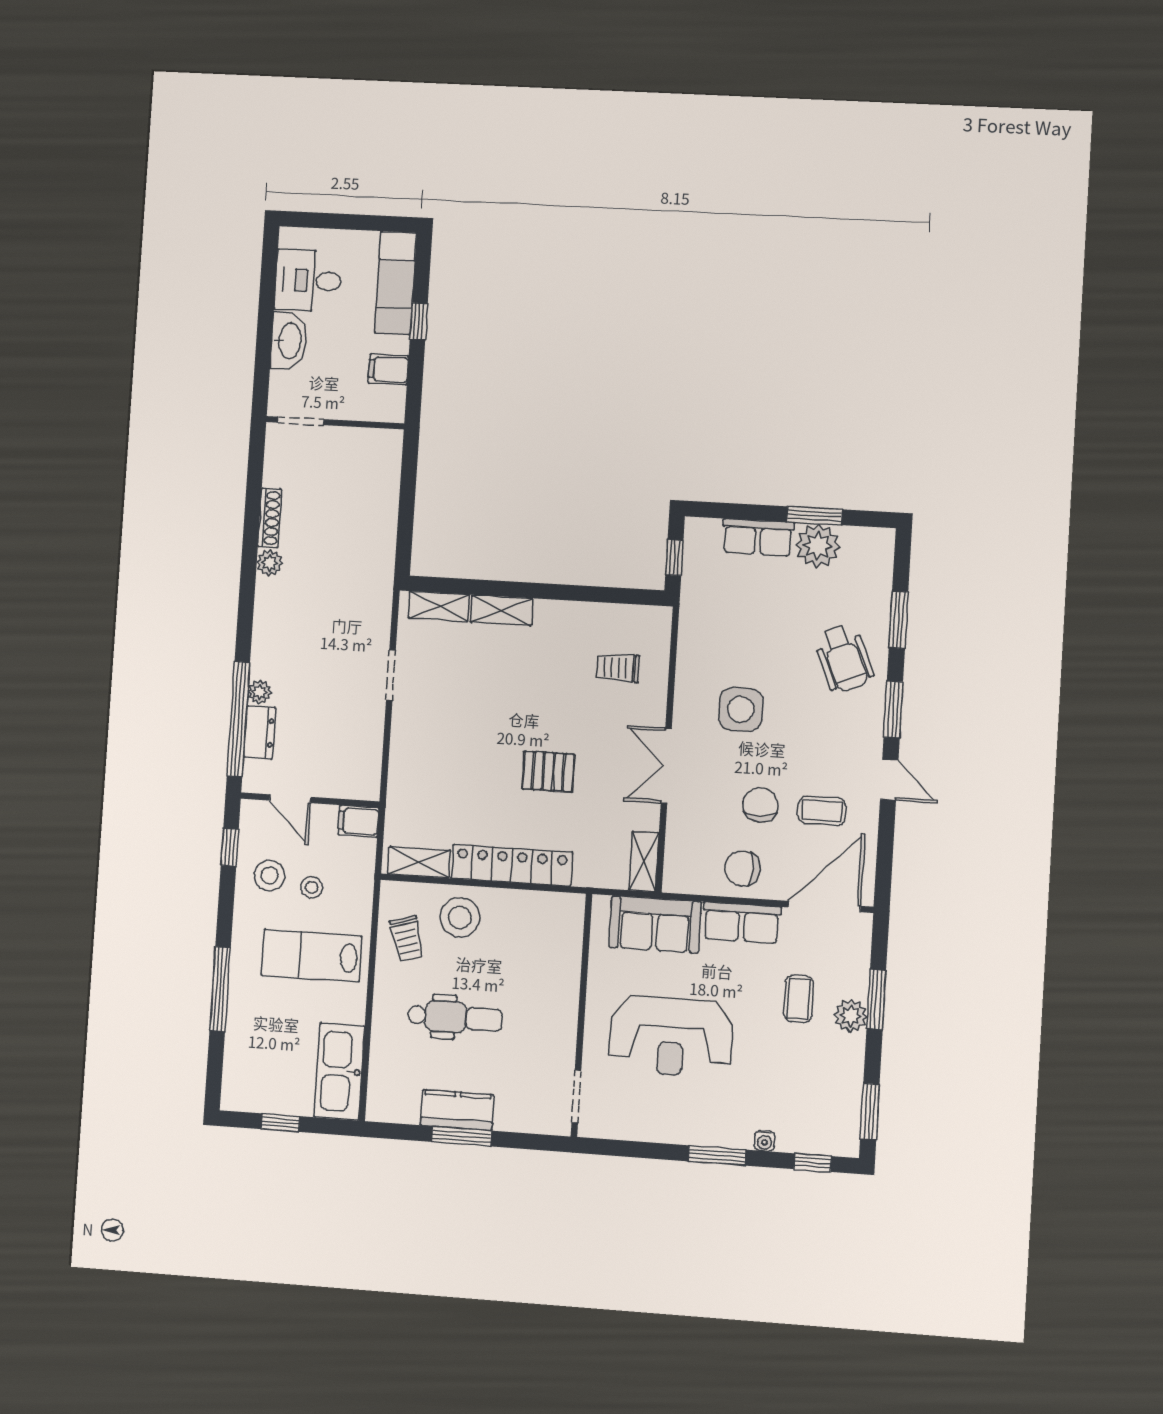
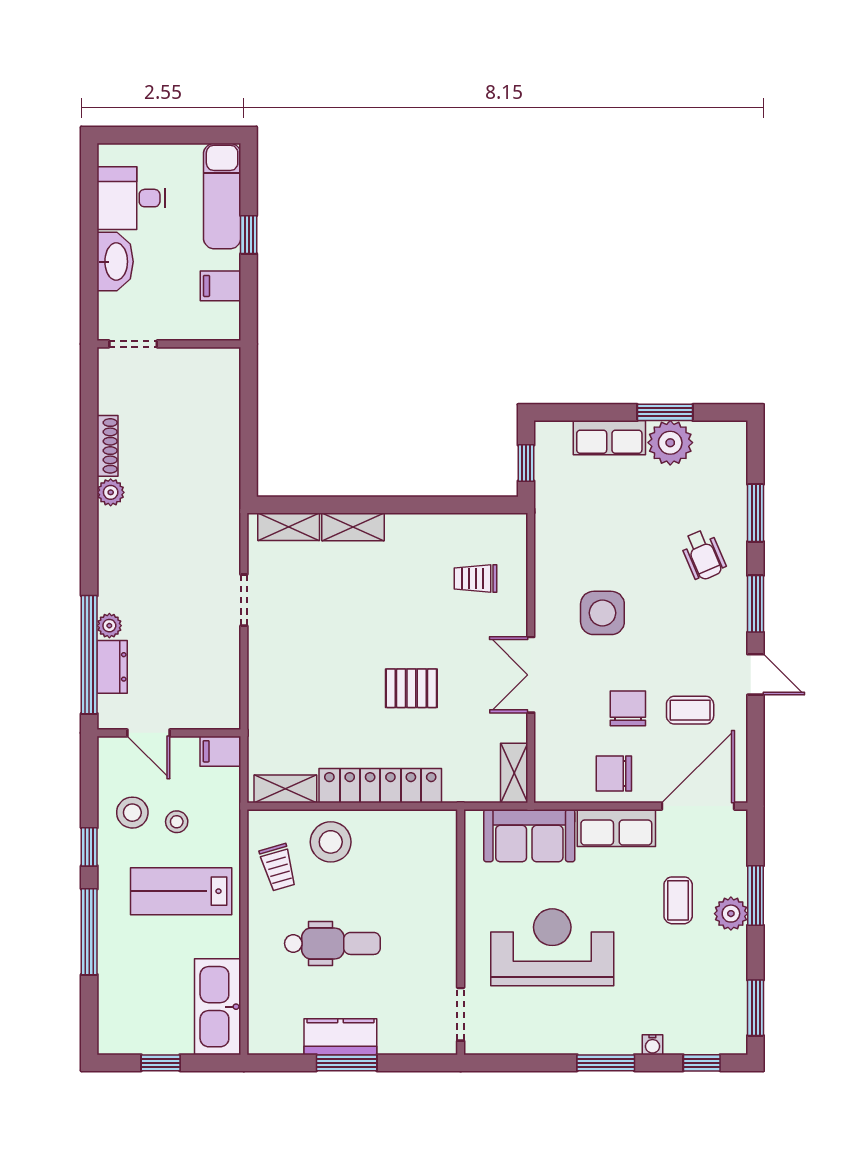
wheelchair: (844, 658) -> (703, 555), width x0.73, depth x0.73
window: (230, 847) -> (89, 847), moved
reception desk: (671, 1037) -> (552, 947), turned 180

